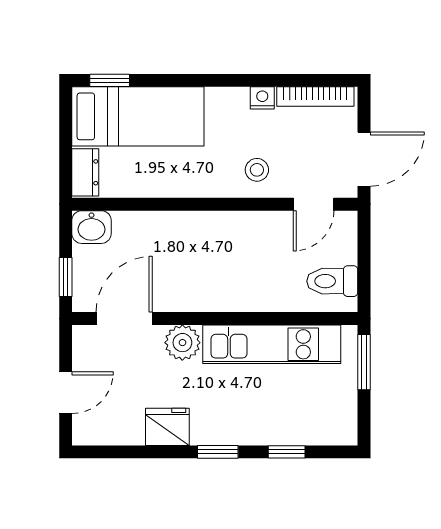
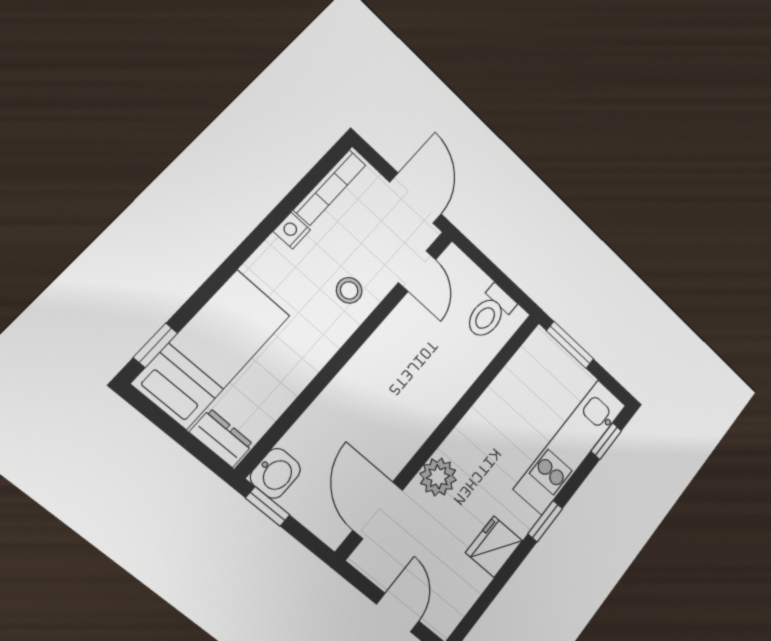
window: (66, 277) -> (268, 507), moved
kitchen unit: (272, 344) -> (570, 447), moved, turned 180
window: (287, 452) -> (606, 441), moved

